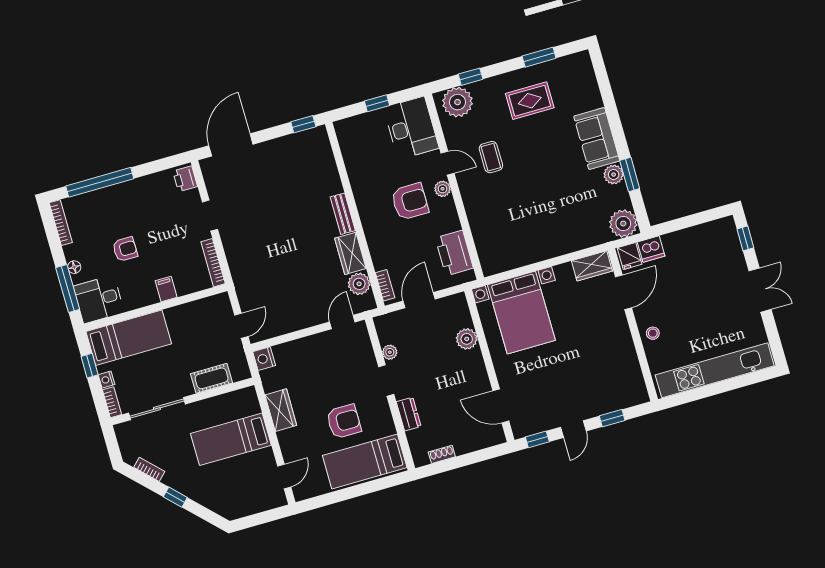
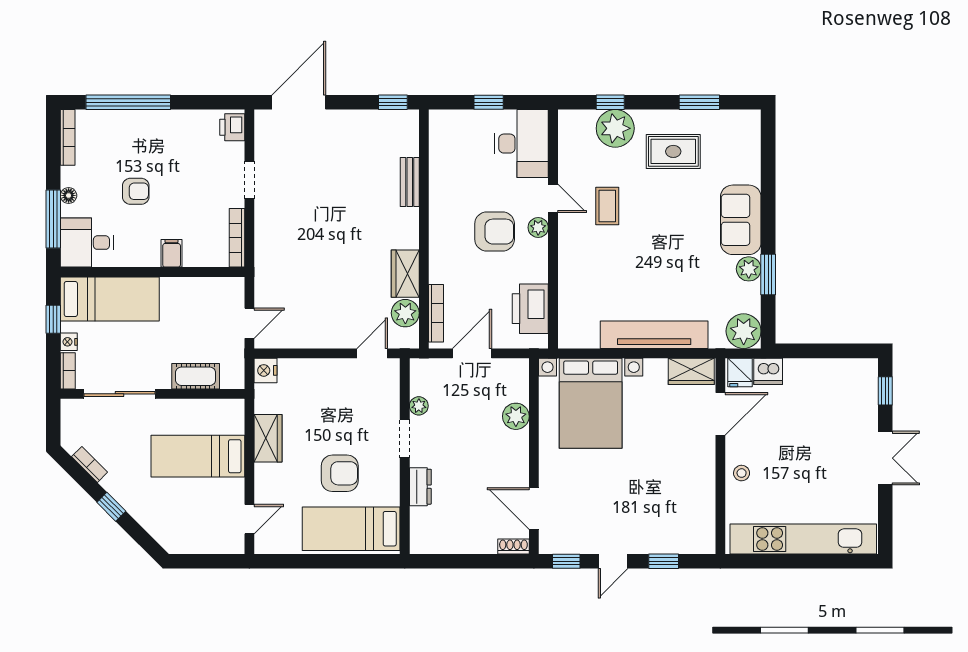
plant: (457, 102) -> (615, 128), moved
bench: (343, 214) -> (410, 182), moved
tv unit: (555, 246) -> (654, 335), added
bookcase: (385, 285) -> (436, 313), width x1.56
shoe rack: (442, 454) -> (513, 547), moved

